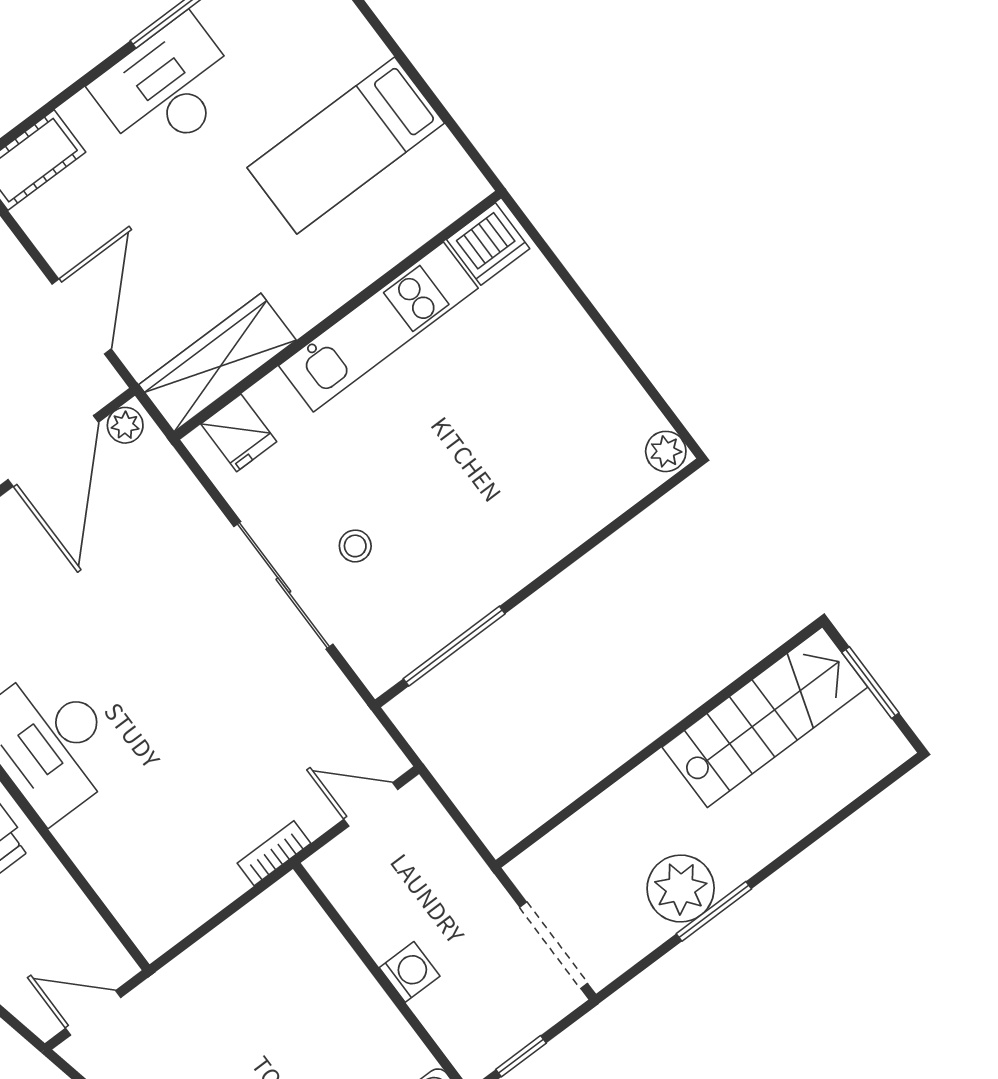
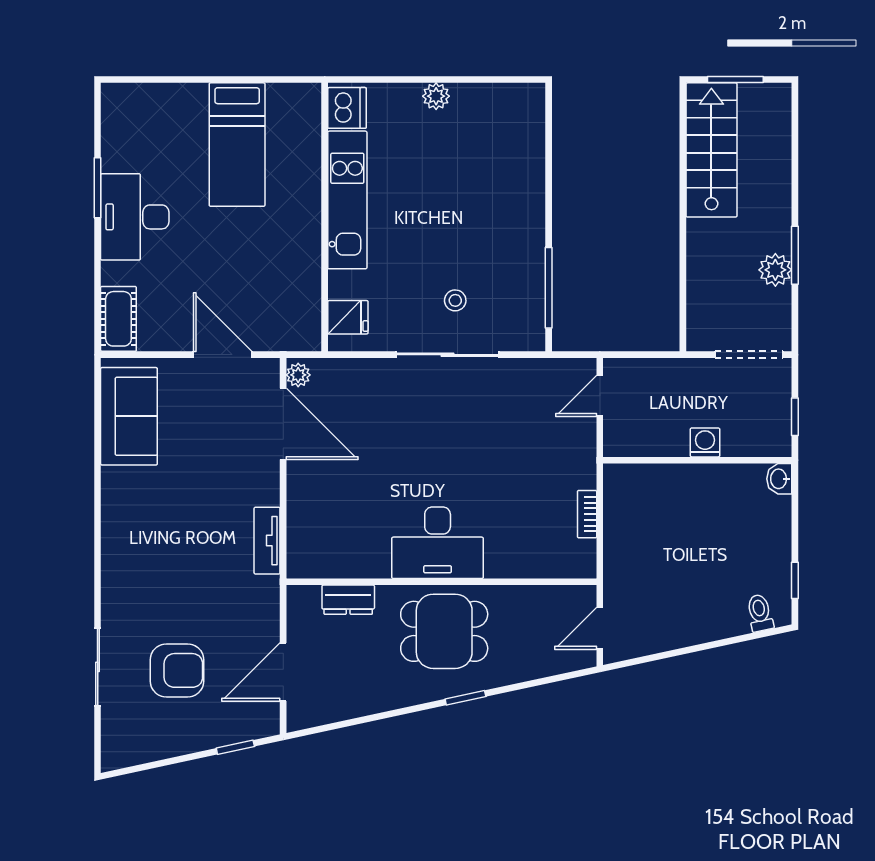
wardrobe: (218, 362) -> (302, 300), removed
plant: (666, 451) -> (436, 96), moved
bookcase: (274, 853) -> (587, 514), moved
plant: (681, 889) -> (775, 270), width x0.73, depth x0.73

